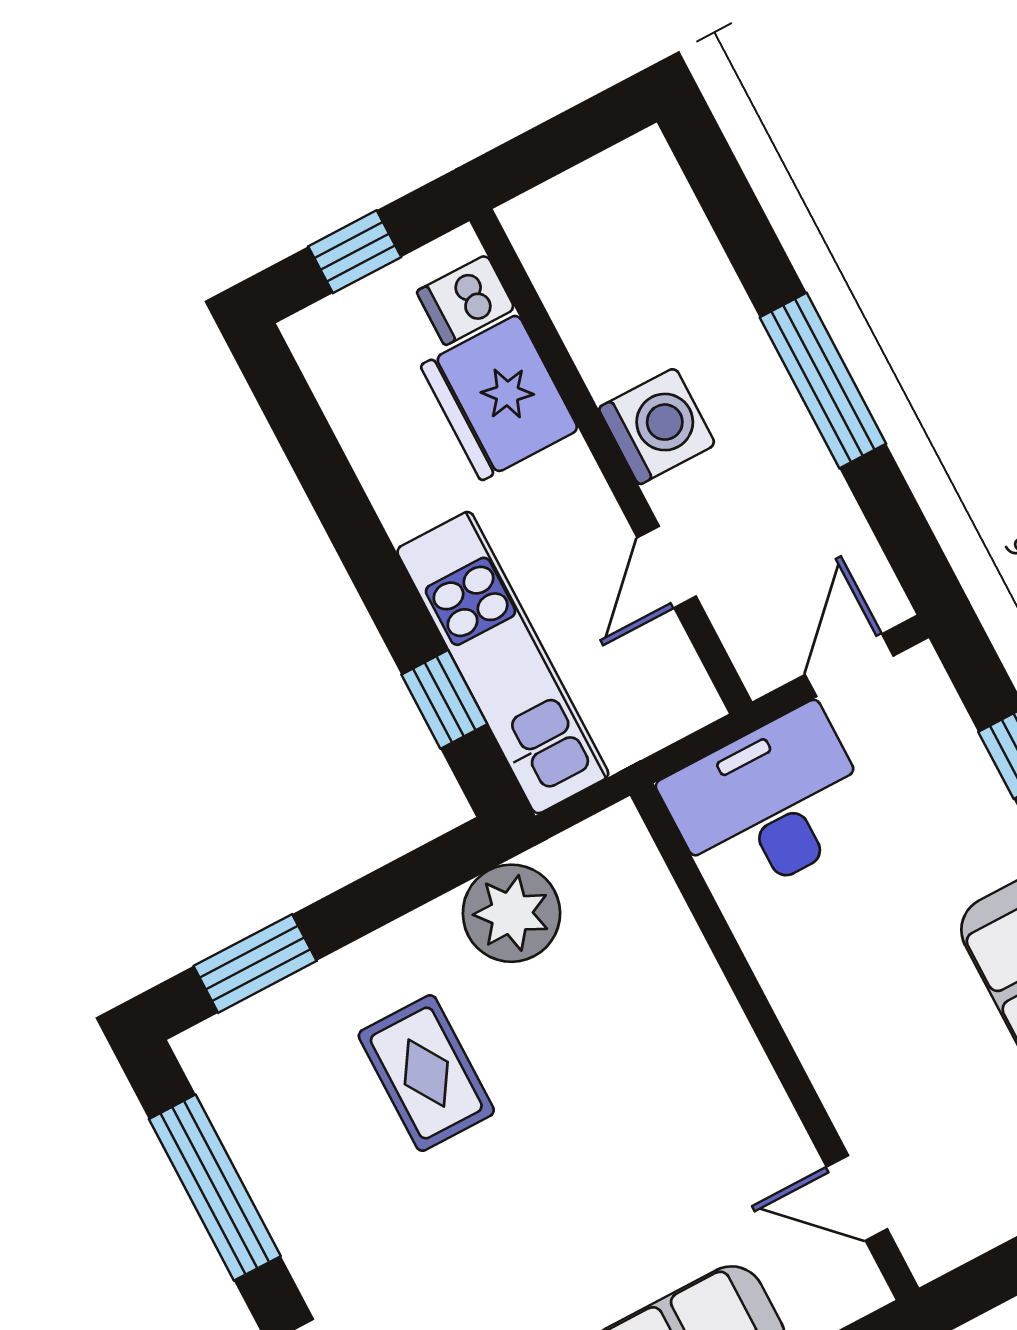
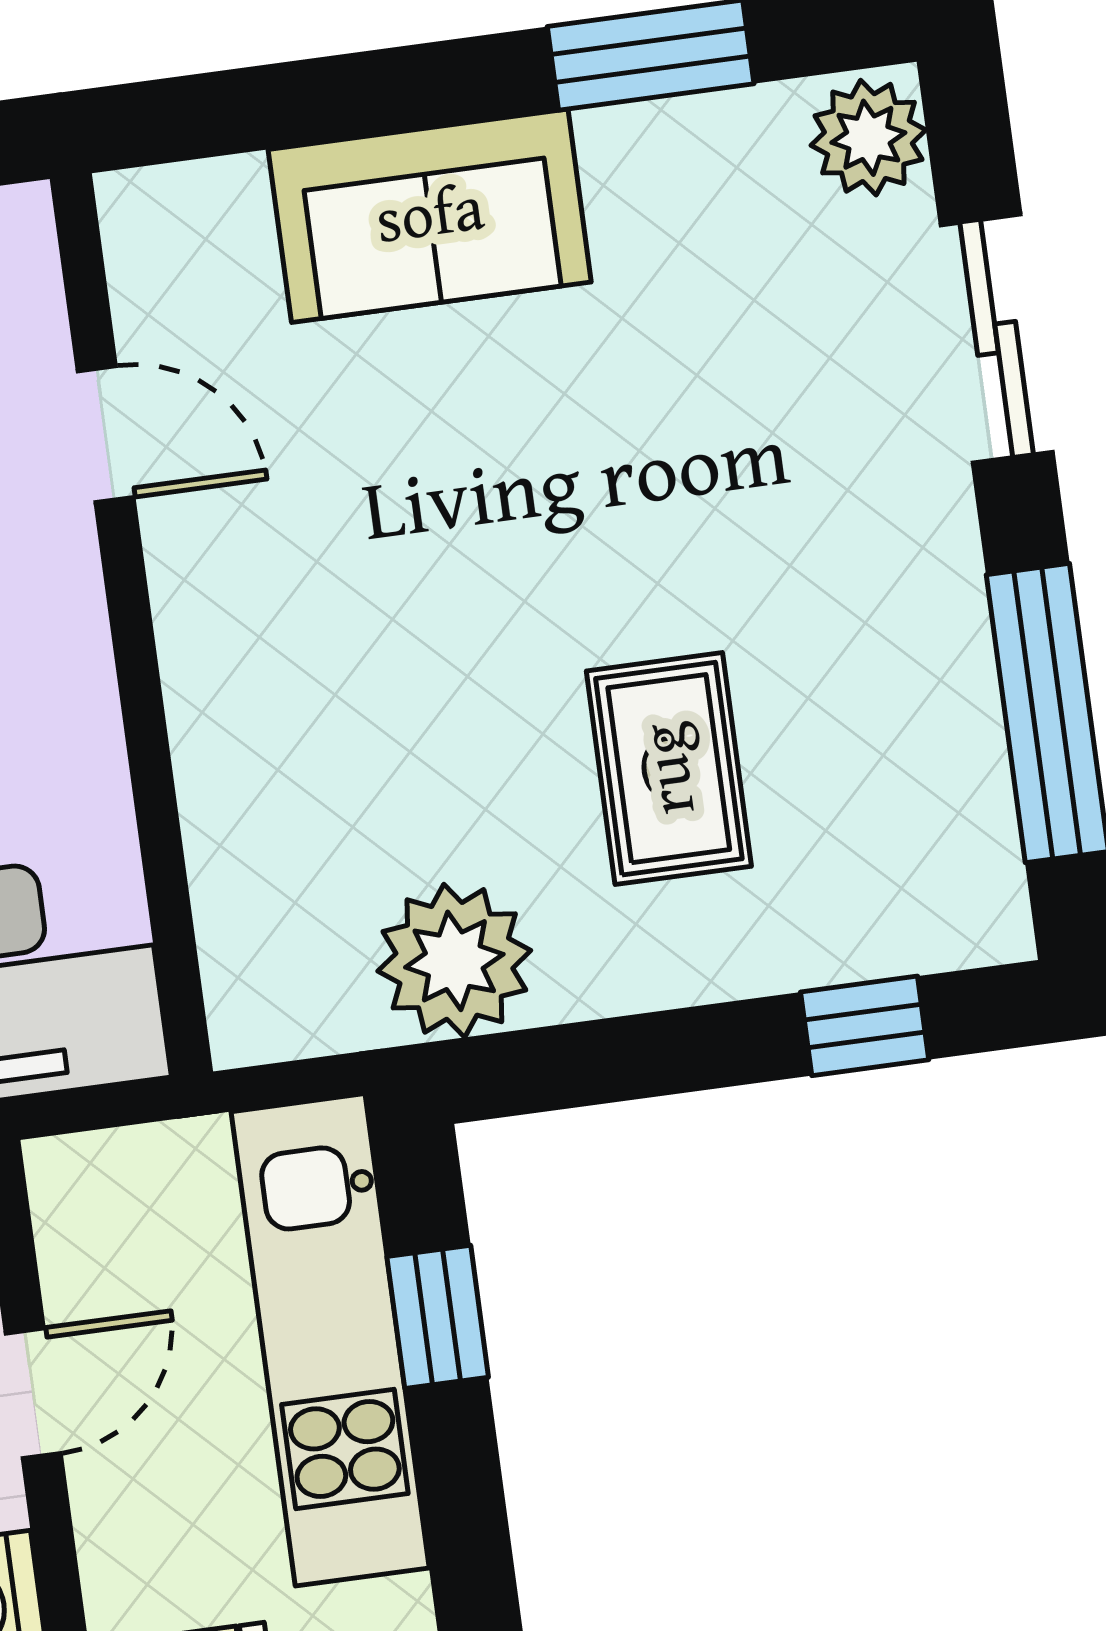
window: (255, 963) -> (865, 1026), width x0.67
door: (857, 1198) -> (106, 434), moved

